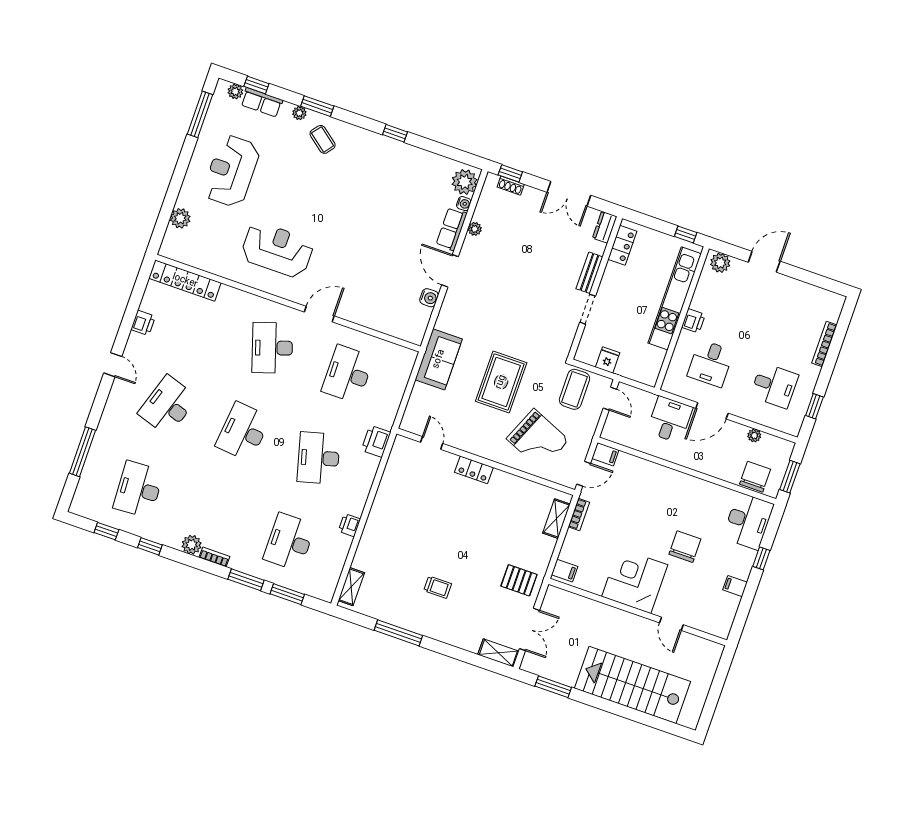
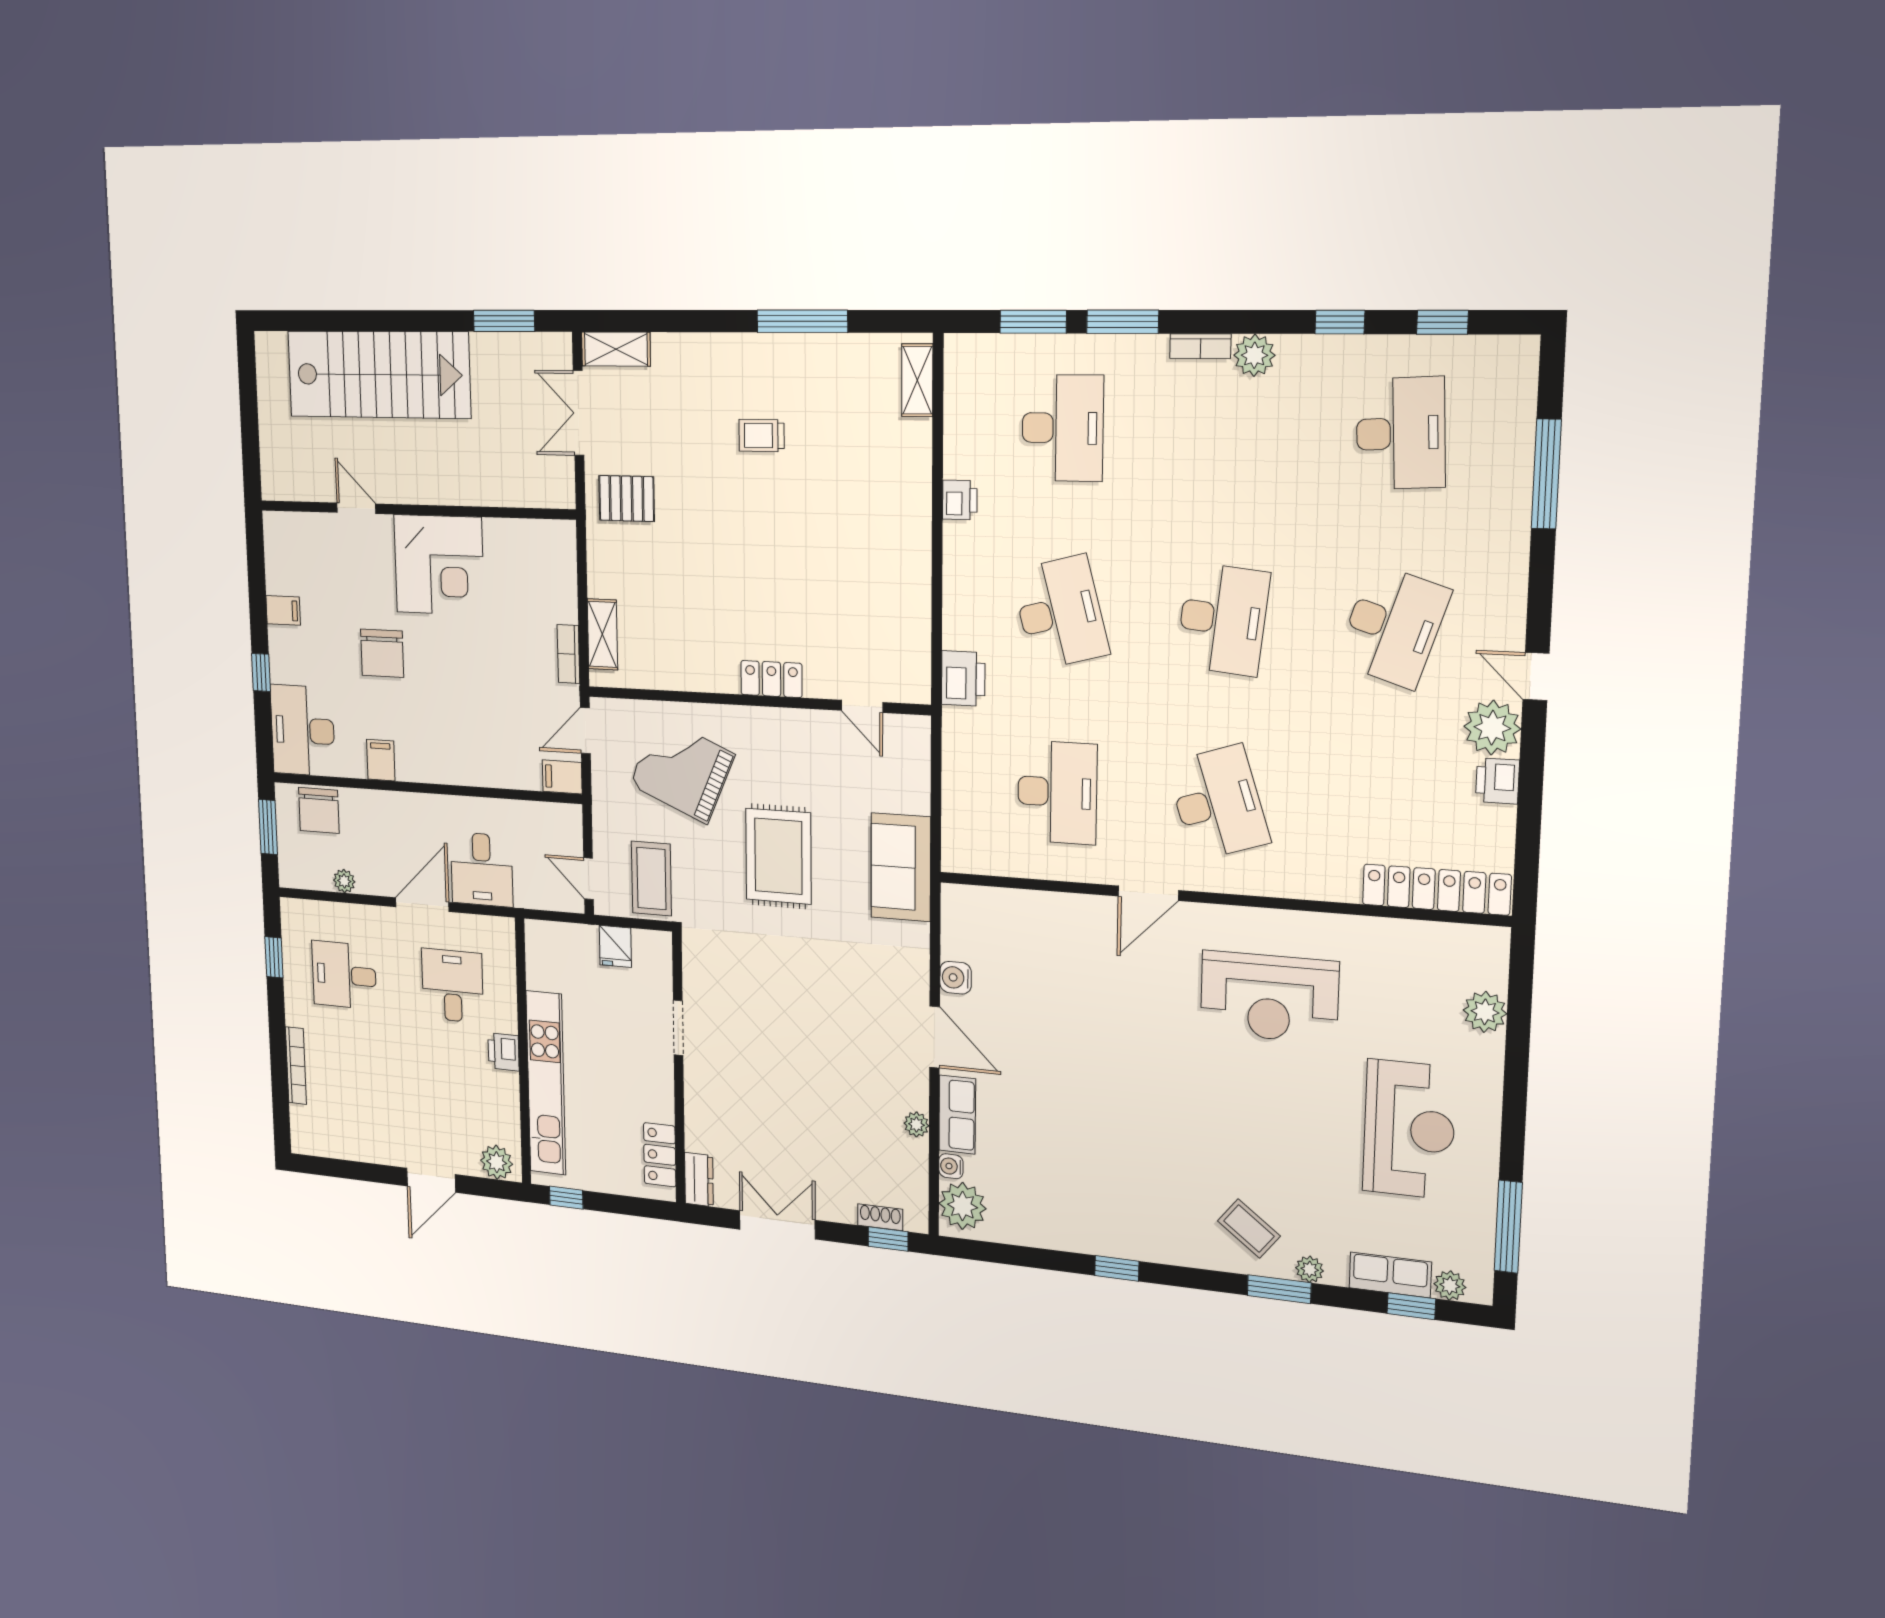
bench: (589, 273) -> (697, 1093), removed
plant: (138, 347) -> (1492, 728), added
filing cabinet: (565, 571) -> (381, 760), moved, turned 90

